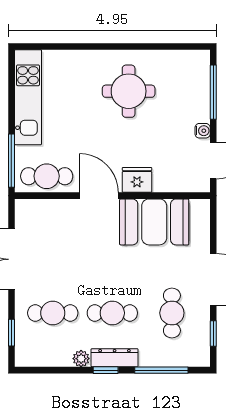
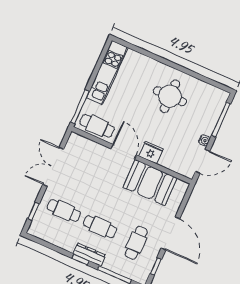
plant: (81, 359) -> (69, 246), removed

